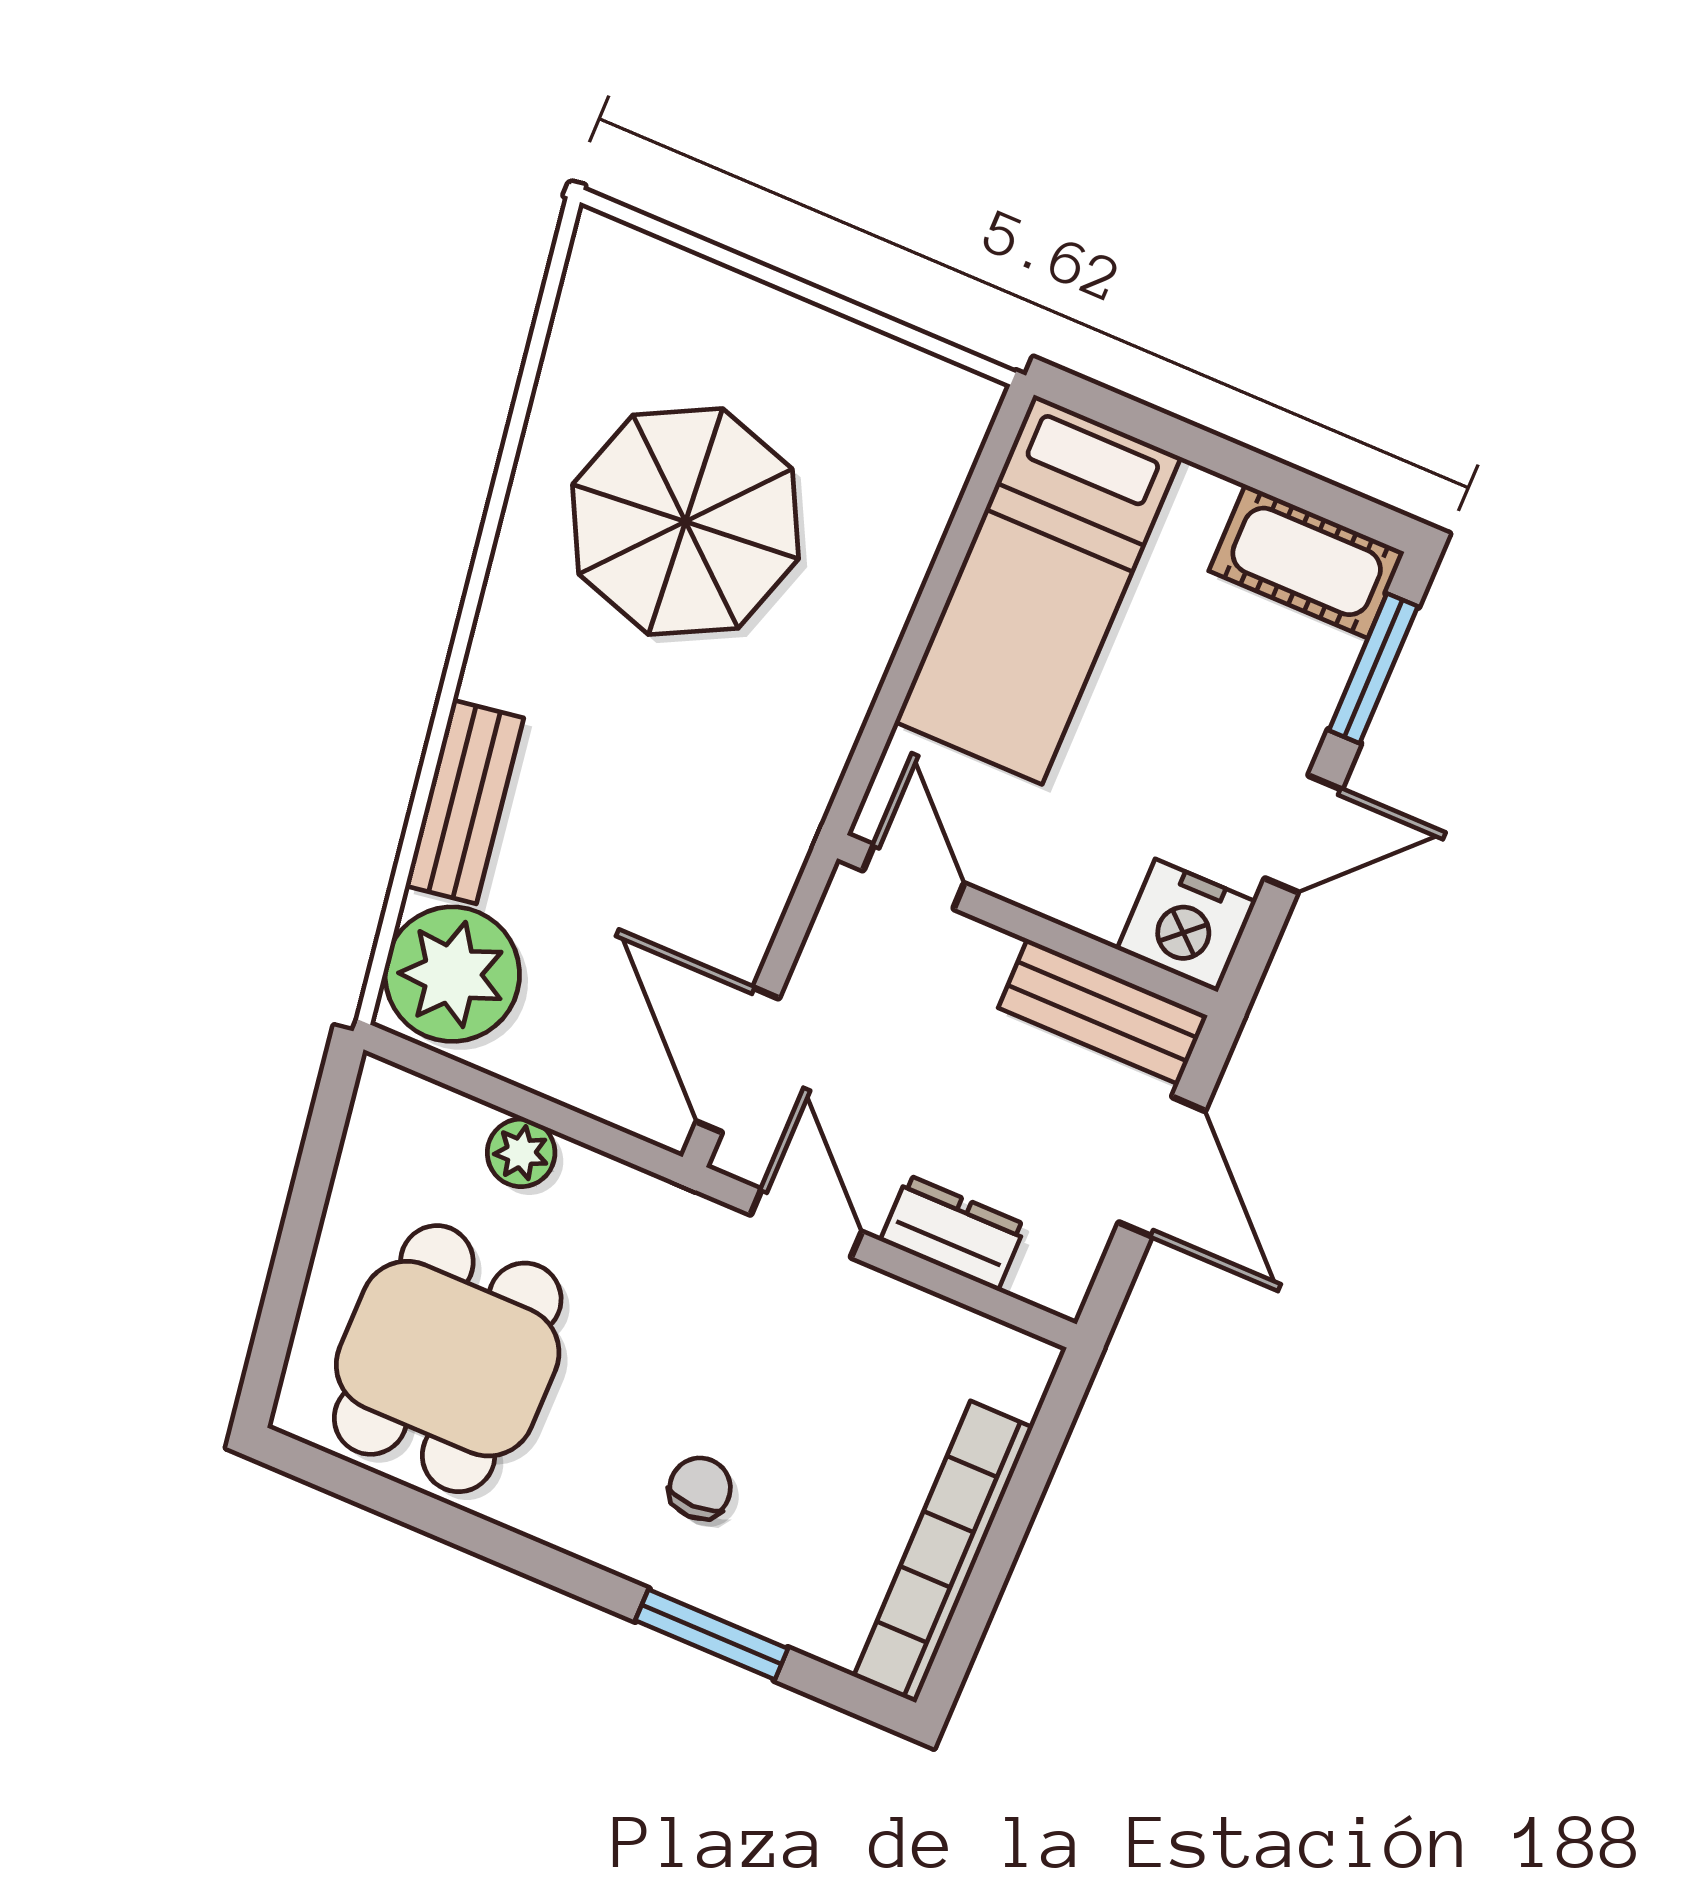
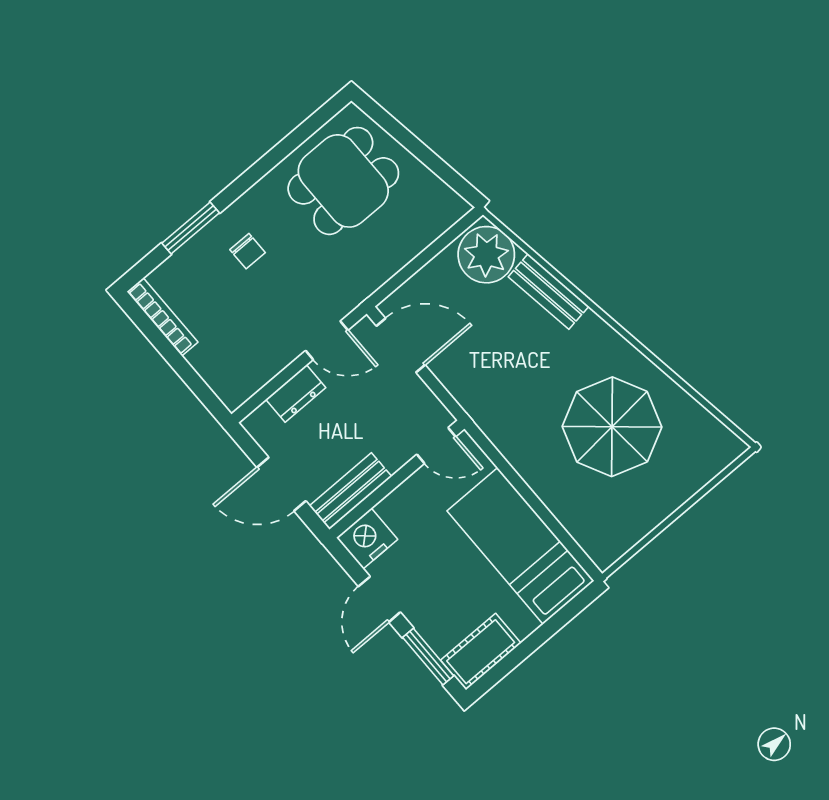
plant: (521, 1153) -> (407, 247), removed
dining table: (448, 1359) -> (343, 181), turned 90
bookcase: (943, 1552) -> (162, 317), width x0.68, depth x0.76

